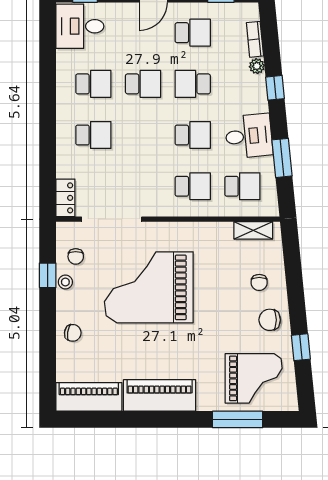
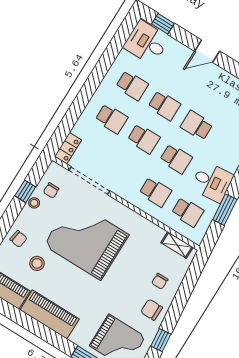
school desk: (193, 33) -> (144, 139), moved
stool: (110, 347) -> (37, 263), added

